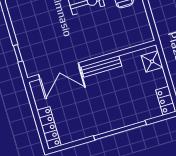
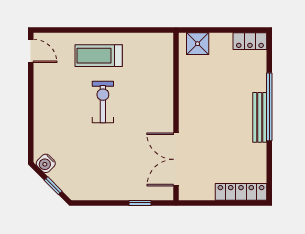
bench: (101, 66) -> (260, 117), moved
double door: (59, 71) -> (176, 159), swing flipped

